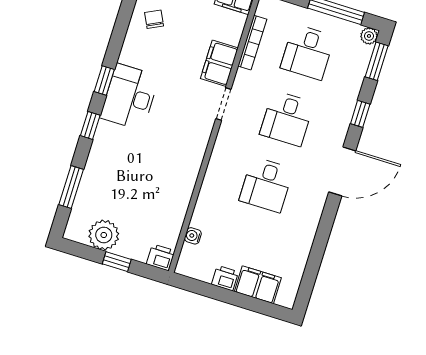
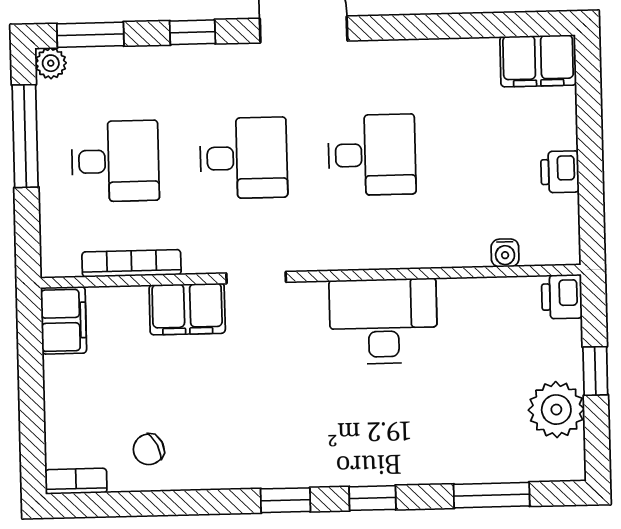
desk: (130, 97) -> (383, 321), moved, turned 180
filing cabinet: (258, 285) -> (538, 61), moved, turned -90

